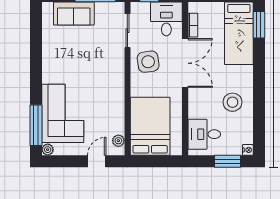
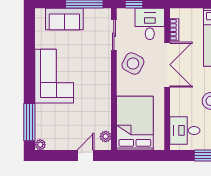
side table: (148, 62) -> (133, 64), turned 36
corner sofa: (63, 113) -> (54, 76), moved

